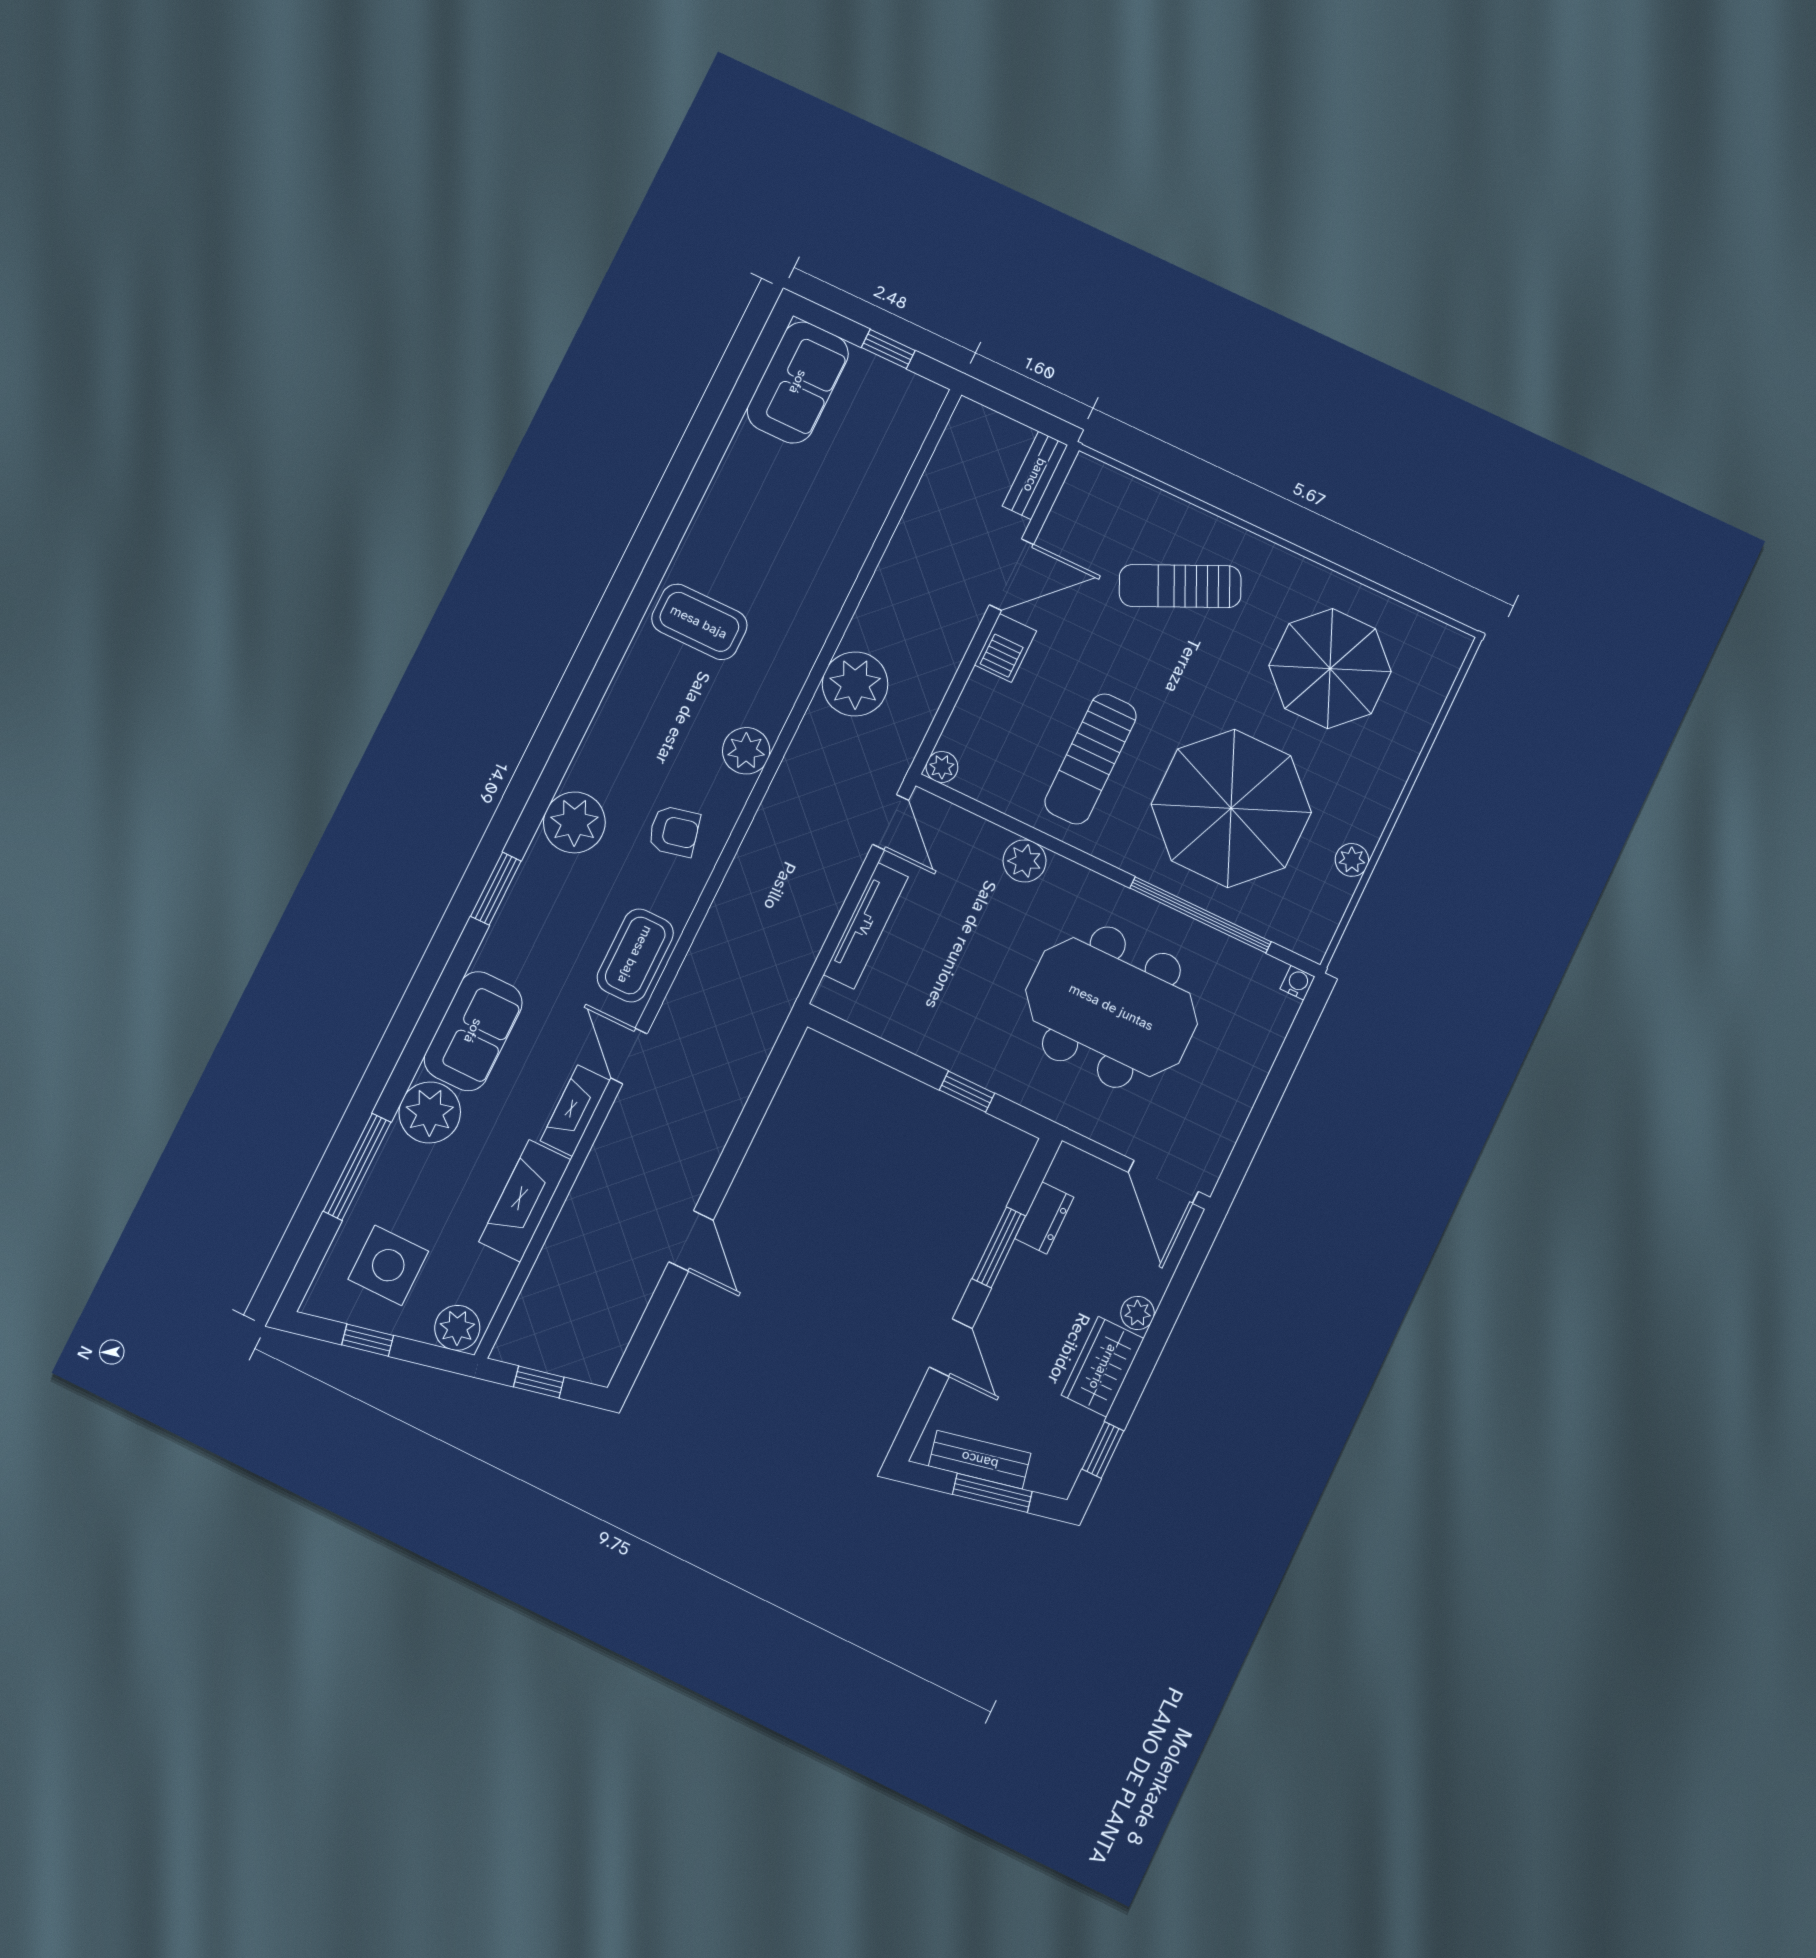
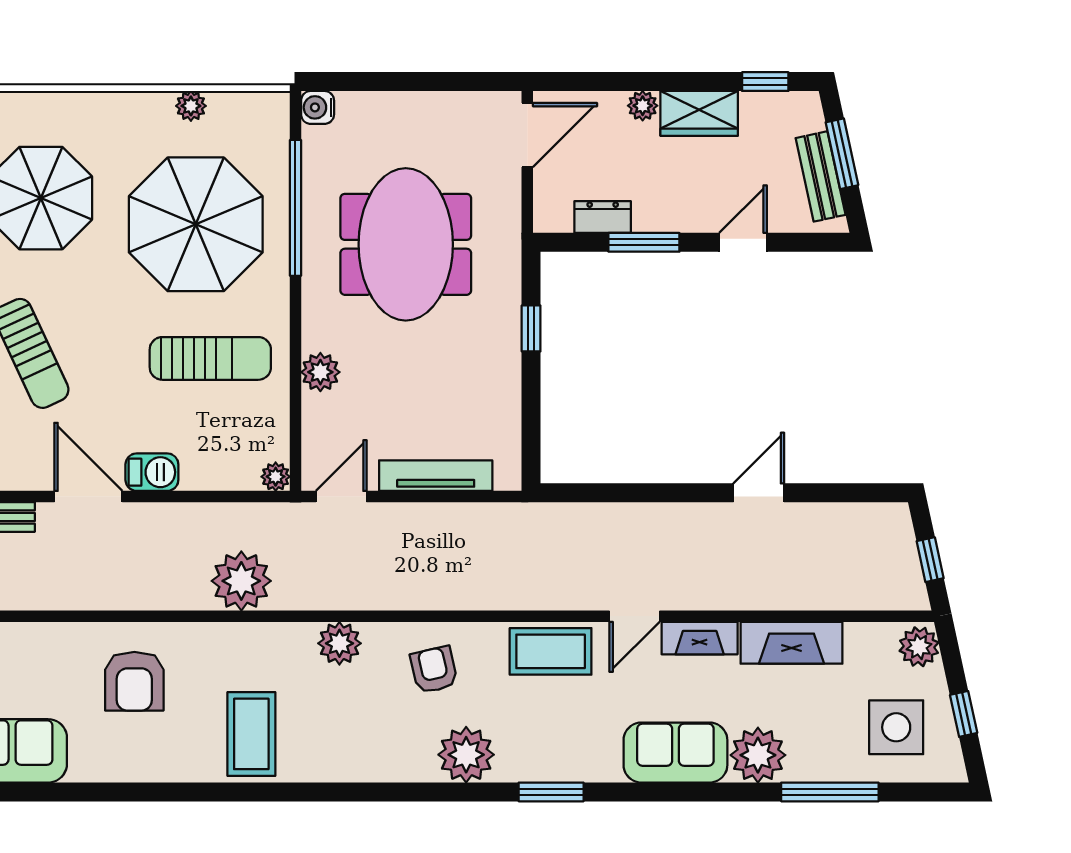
armchair: (808, 533) -> (134, 681), added
water cooler: (1298, 983) -> (318, 107), width x1.38, depth x1.38

